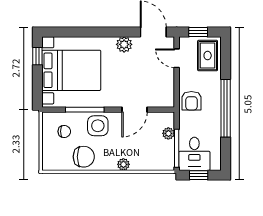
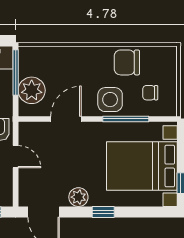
window: (104, 32) -> (103, 212), added
door: (177, 58) -> (16, 157), moved
plant: (168, 133) -> (32, 90), width x1.88, depth x1.88
plant: (123, 164) -> (79, 53), removed

